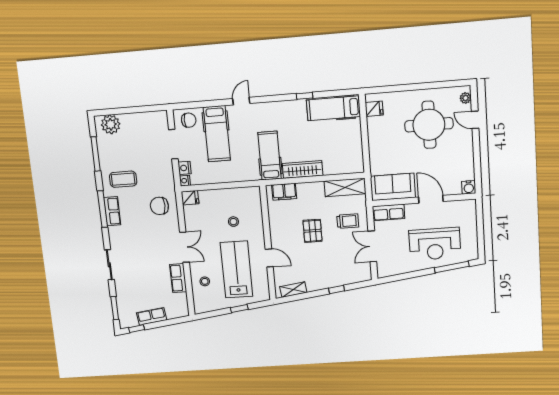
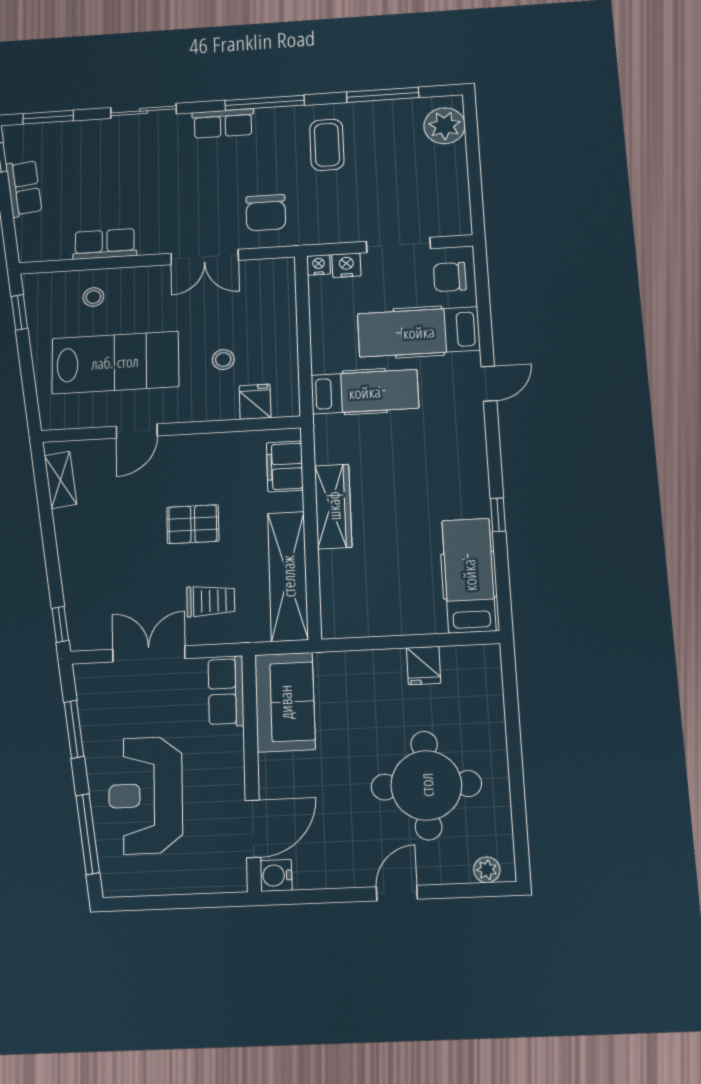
door: (241, 101) -> (489, 384), hinge flipped
fridge: (374, 109) -> (424, 666), moved
chair: (189, 120) -> (450, 277), turned 90
door: (475, 120) -> (397, 893), moved
hospital bed: (270, 156) -> (365, 392), moved
shelving: (345, 187) -> (288, 576), width x1.47
fridge: (190, 198) -> (255, 402), moved, turned 180
door: (431, 199) -> (253, 829), moved
chair: (159, 206) -> (266, 213), turned 180
row of seats: (112, 211) -> (223, 123), moved
trolley: (348, 221) -> (211, 601), turned -90
double door: (184, 247) -> (205, 257), moved
window: (406, 276) -> (74, 729), added
window: (337, 290) -> (60, 624), moved
window: (239, 309) -> (19, 312), moved

